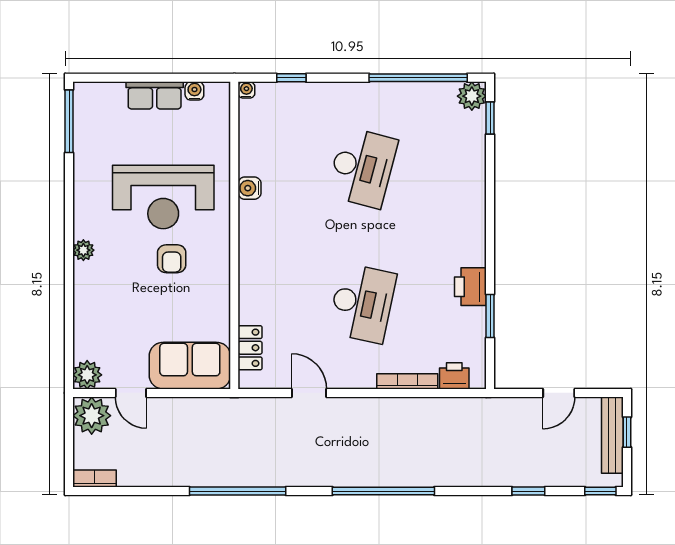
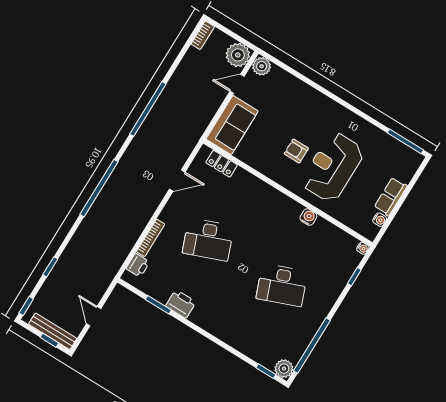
desk: (362, 168) -> (282, 285), turned -36
plant: (83, 250) -> (330, 106), removed
desk: (362, 303) -> (208, 240), turned -33

